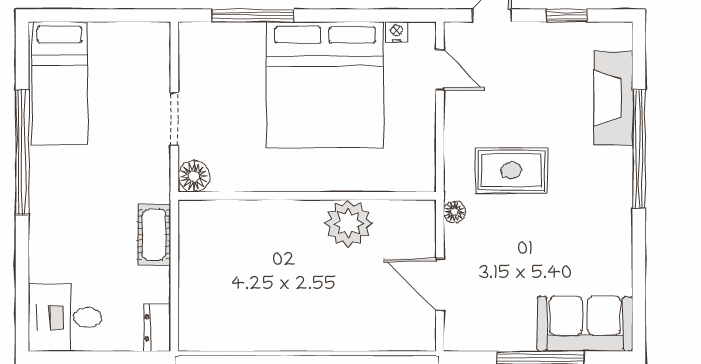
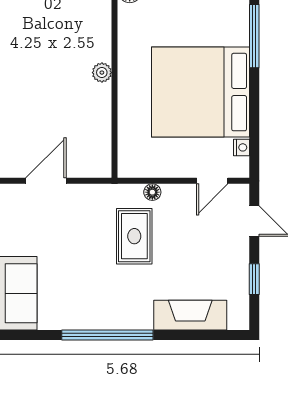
window: (639, 149) -> (107, 335), moved
floor lamp: (454, 212) -> (152, 192), moved
plant: (348, 223) -> (102, 73), moved, width x0.53, depth x0.53

